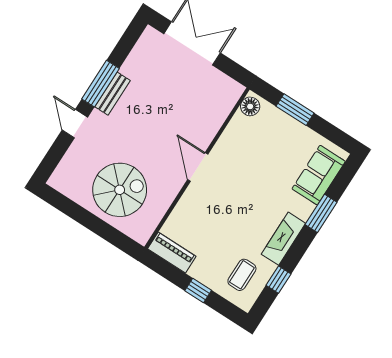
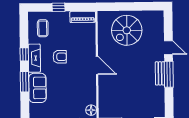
sofa: (319, 175) -> (37, 88), moved
armchair: (245, 216) -> (60, 57), added
window: (279, 280) -> (24, 54), moved

